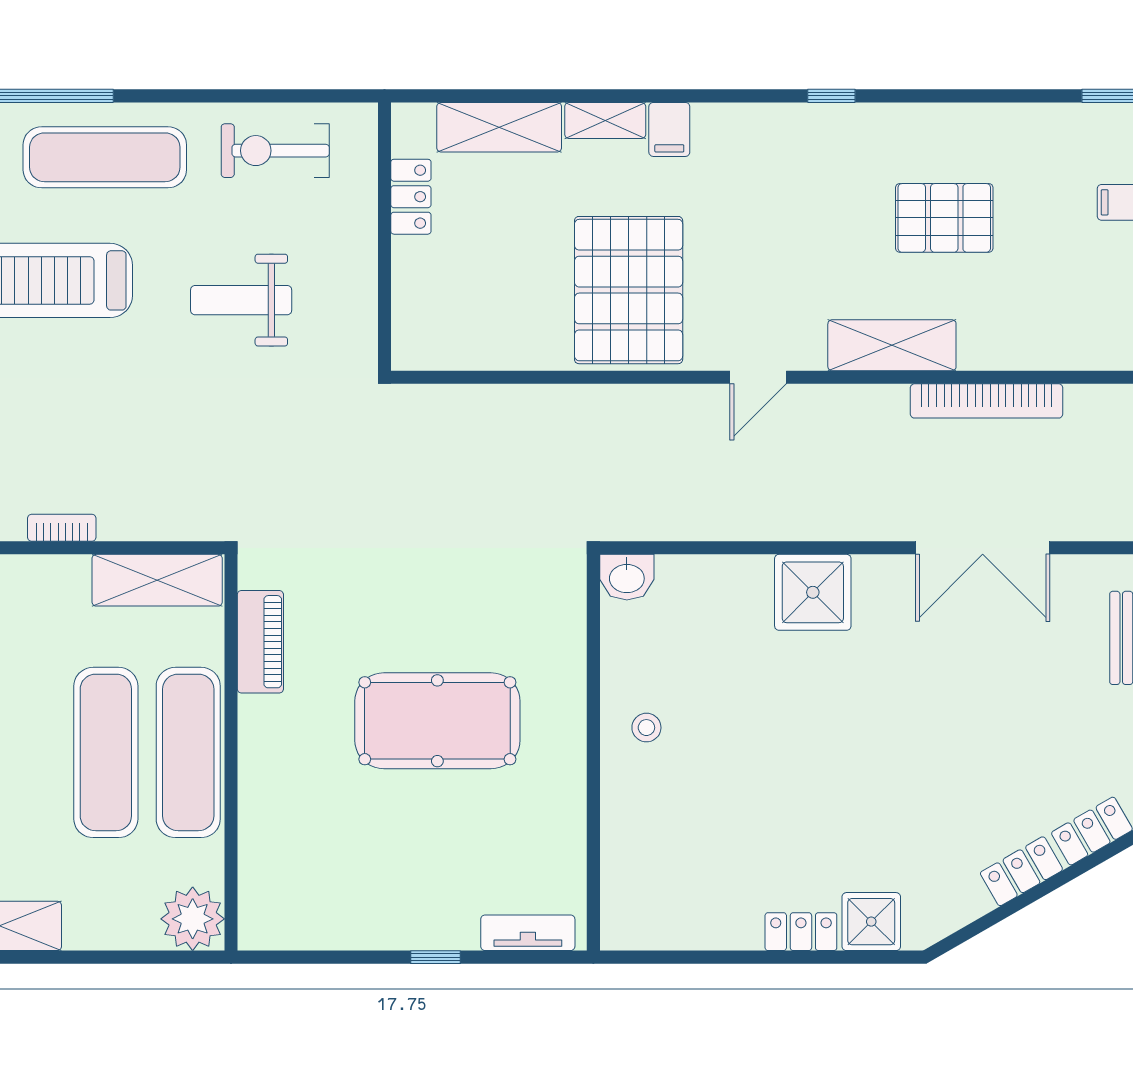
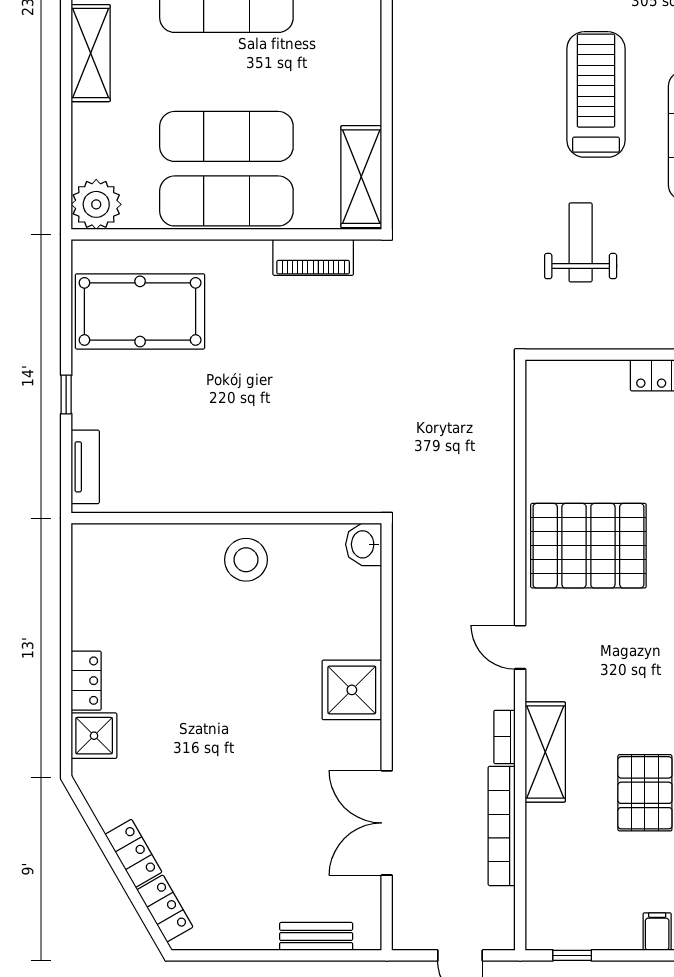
bookcase: (62, 528) -> (504, 737), moved, turned 180
pool table: (437, 721) -> (140, 311), moved, turned 90
stool: (646, 728) -> (246, 560), width x1.89, depth x1.89

